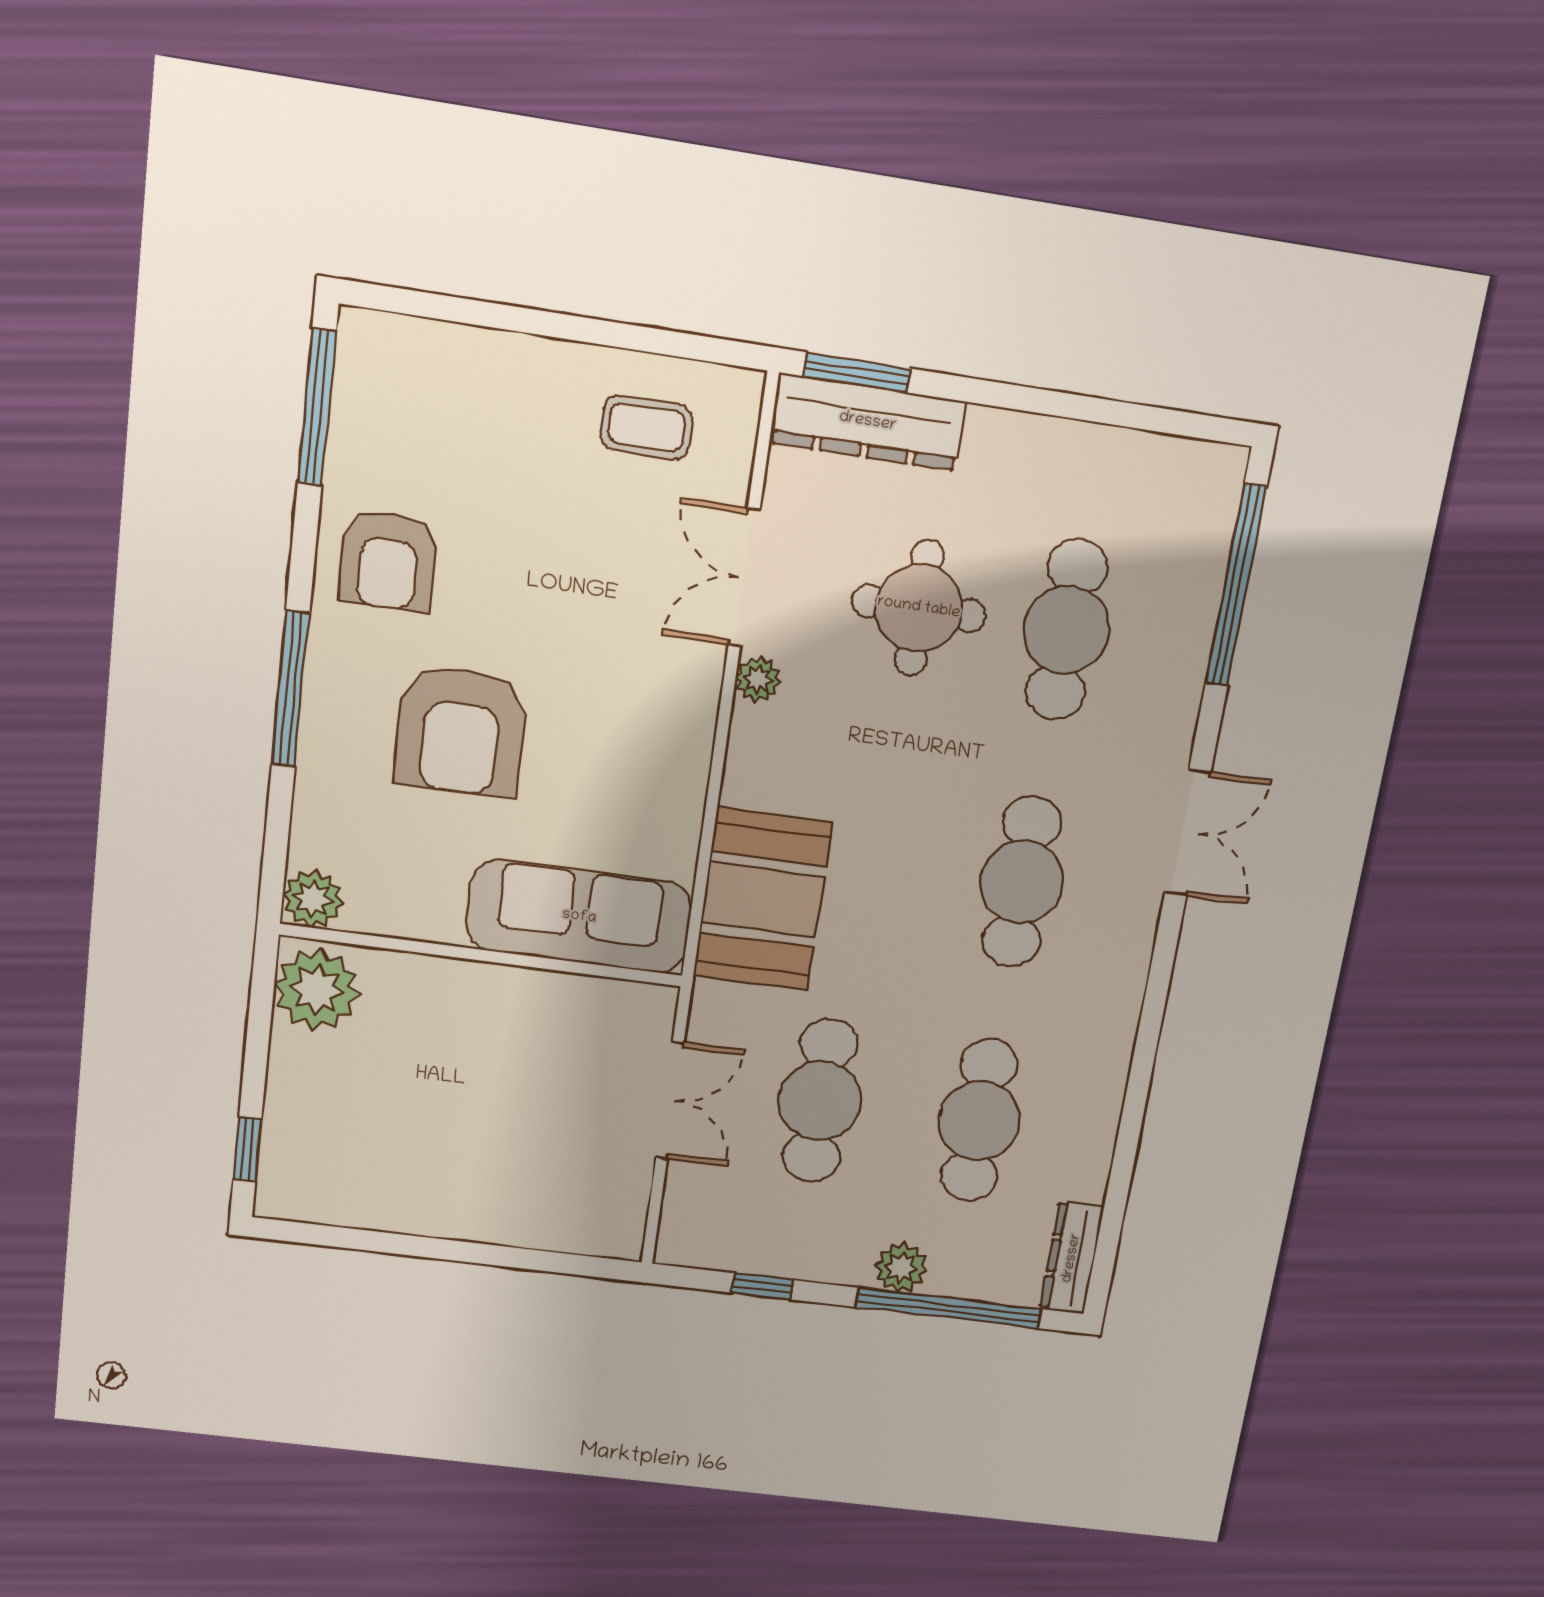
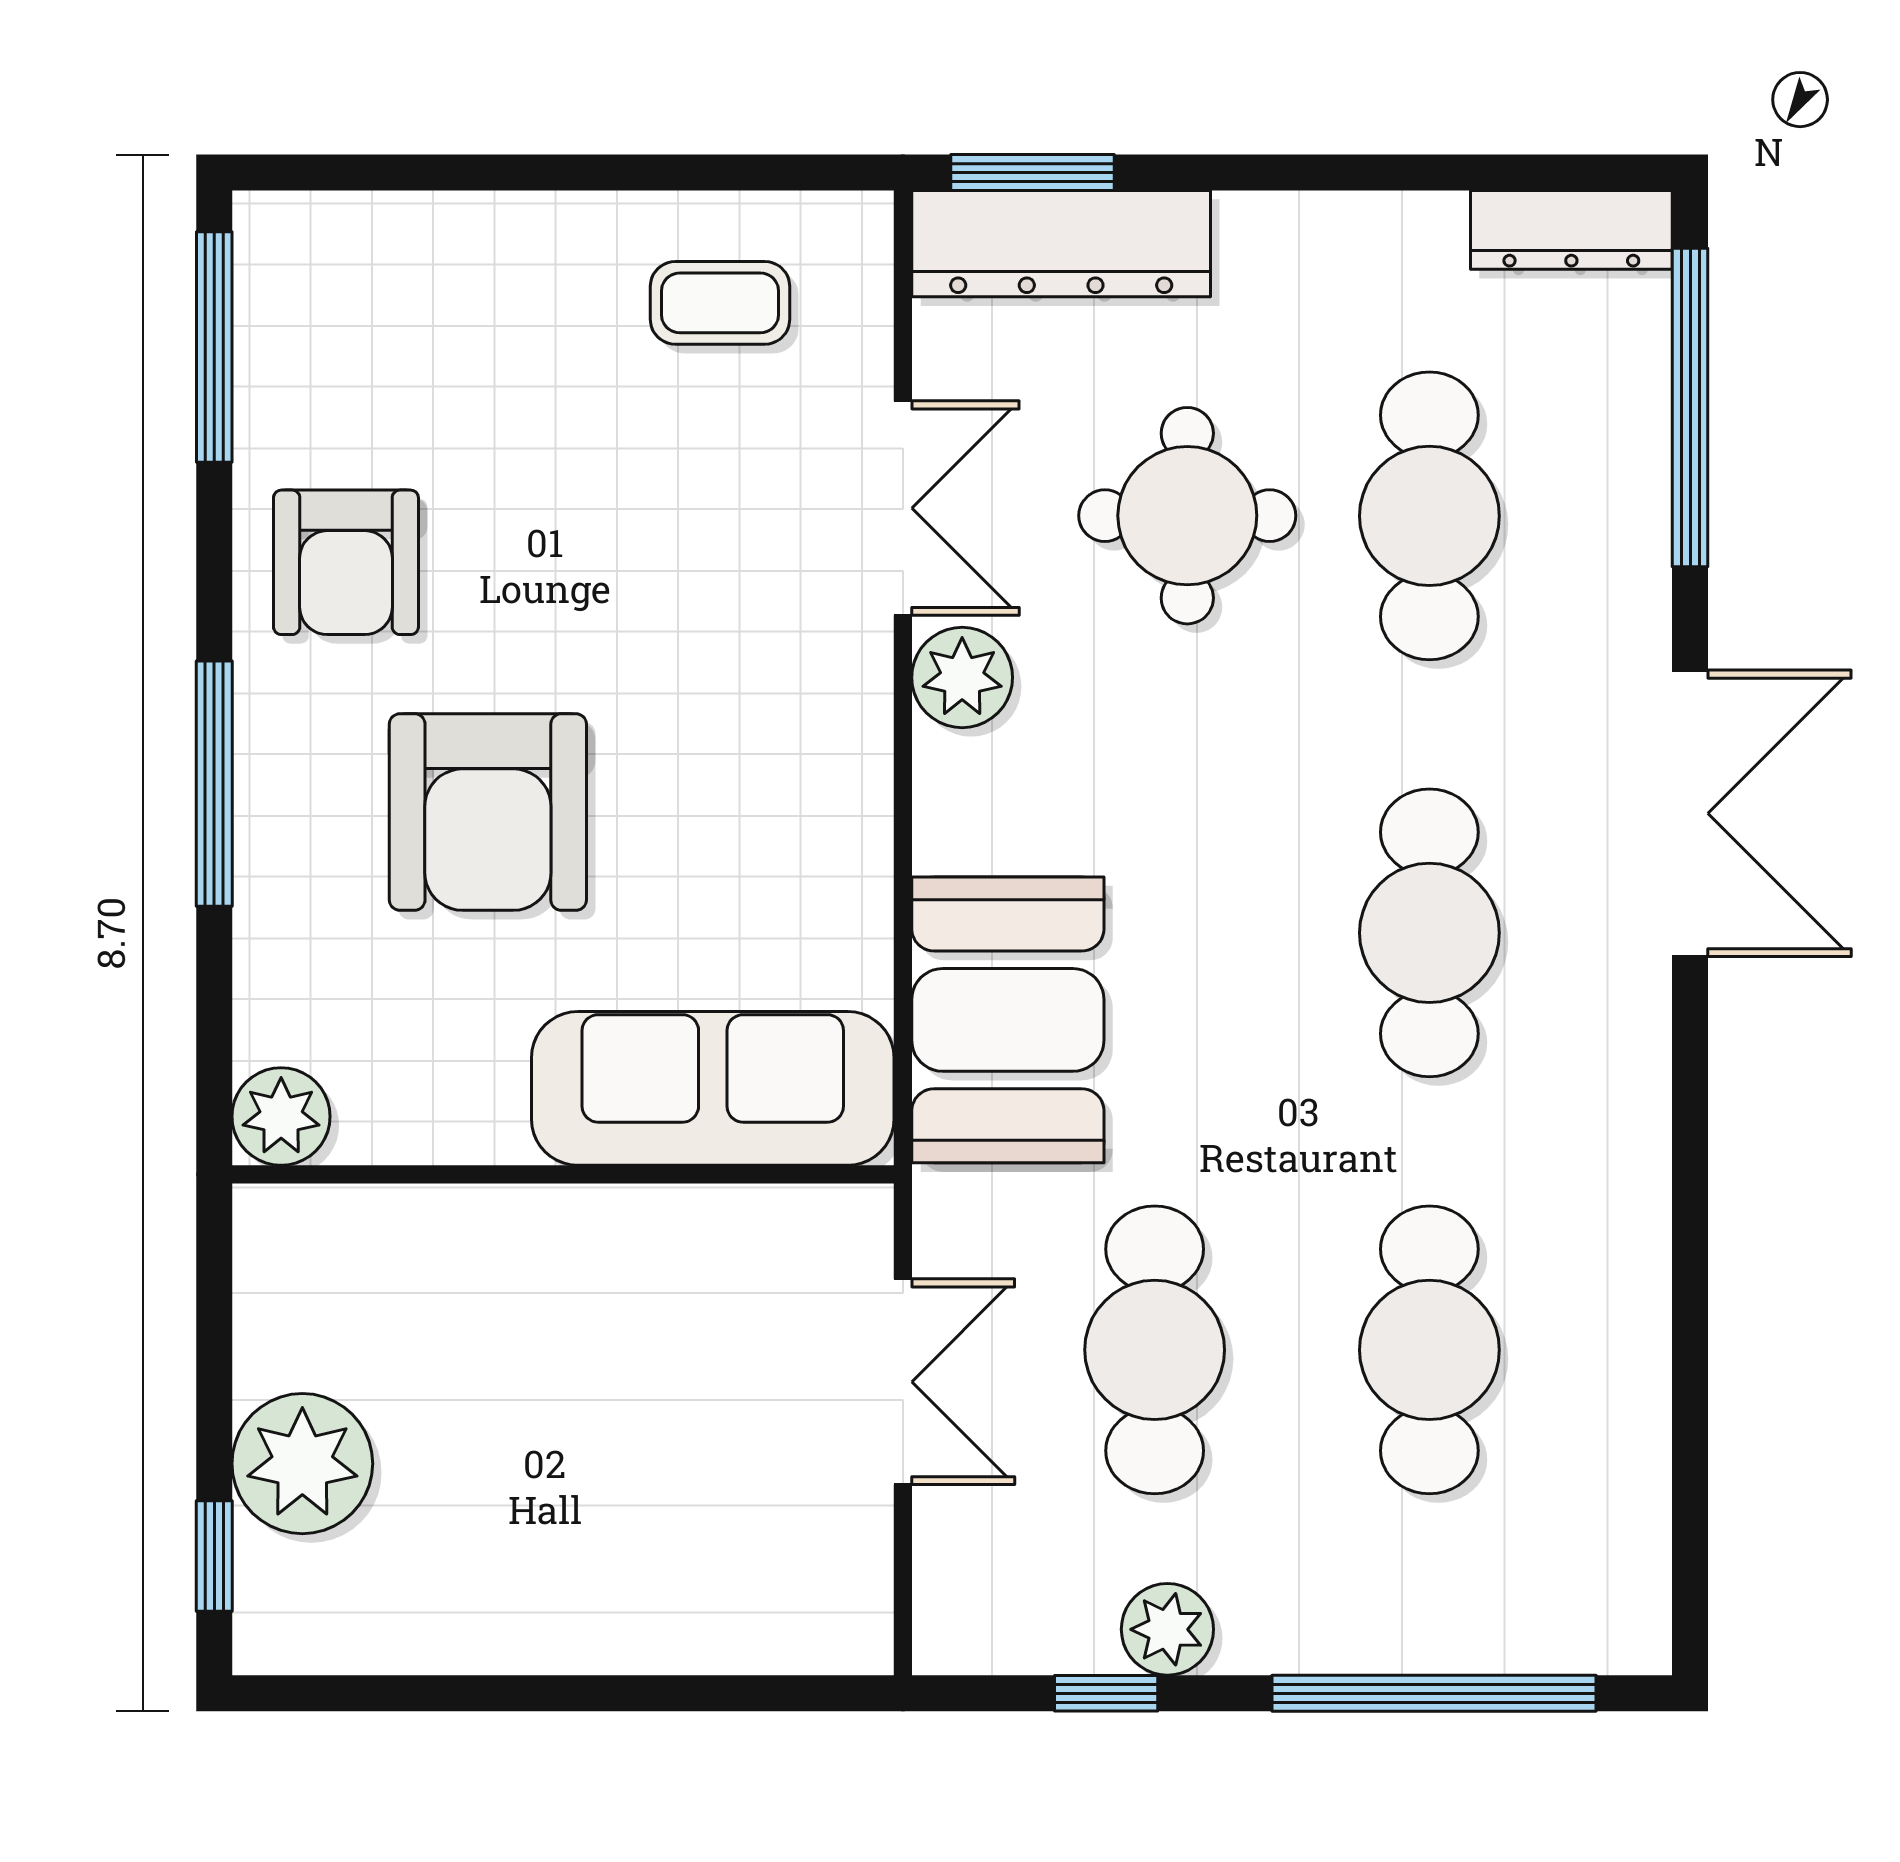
double door: (744, 577) -> (903, 508), swing flipped
plant: (758, 679) -> (962, 677), width x1.38, depth x1.38
double door: (1188, 833) -> (1690, 813), width x1.37
plant: (317, 990) -> (302, 1464), moved
dresser: (1072, 1258) -> (1571, 230), moved, turned -90
plant: (901, 1268) -> (1167, 1629), moved

